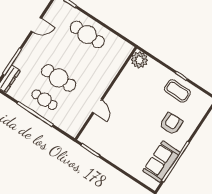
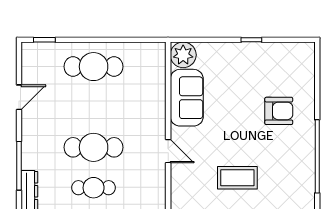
coffee table: (177, 91) -> (237, 178), moved
armchair: (171, 124) -> (279, 111), turned 90
sofa: (161, 162) -> (187, 98), moved, turned 180

